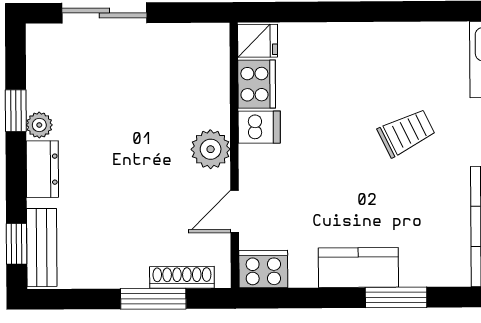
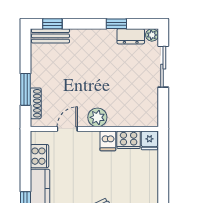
plant: (39, 125) -> (152, 35), moved
dresser: (42, 169) -> (131, 36), moved
door: (235, 211) -> (67, 129), hinge flipped
cooker: (263, 269) -> (39, 156), moved

